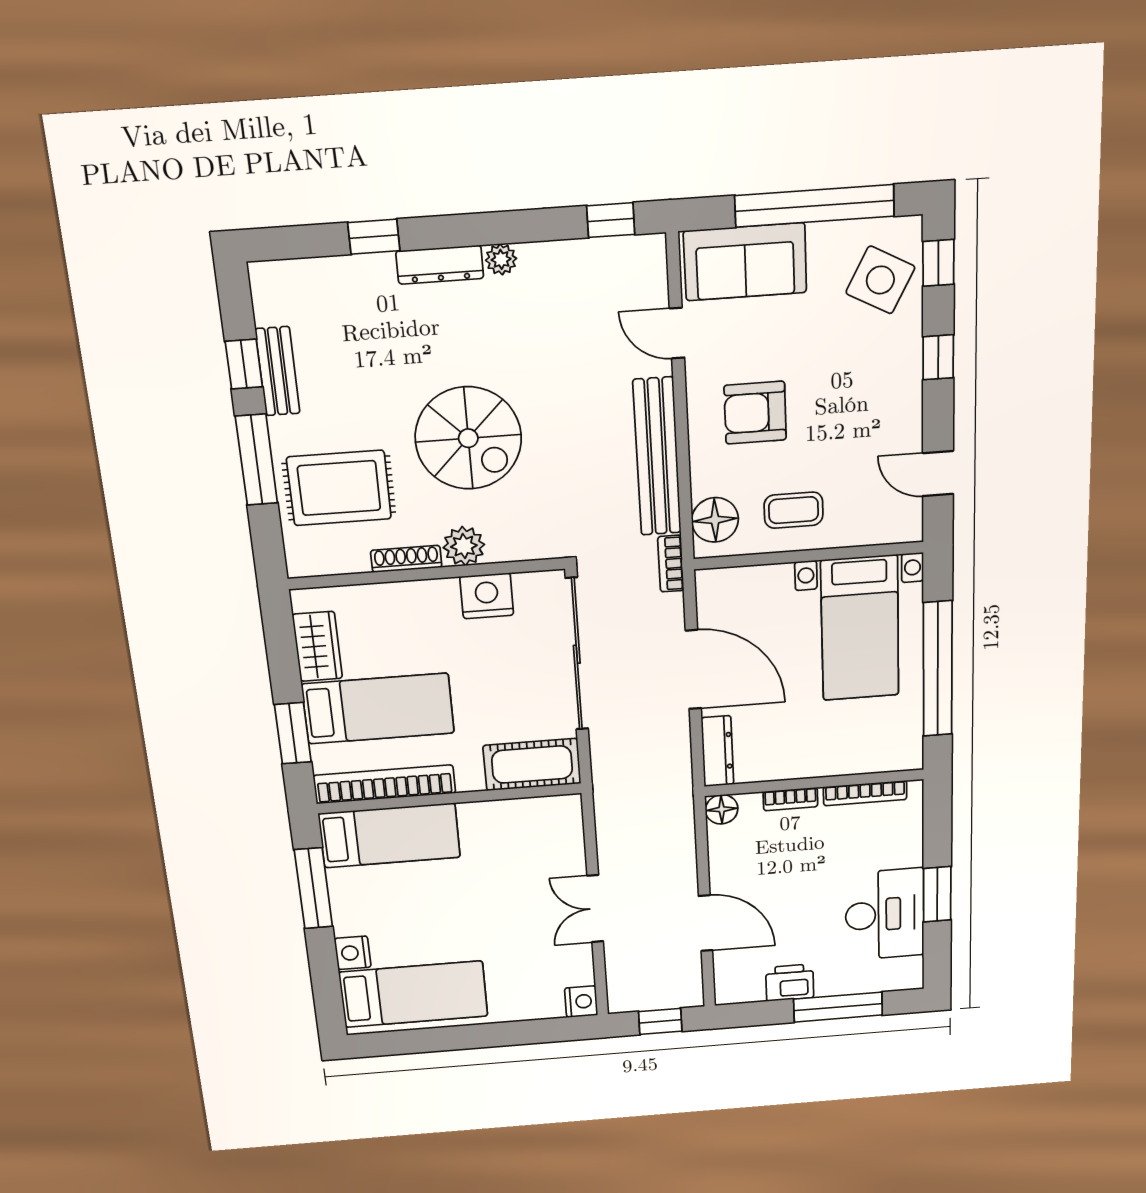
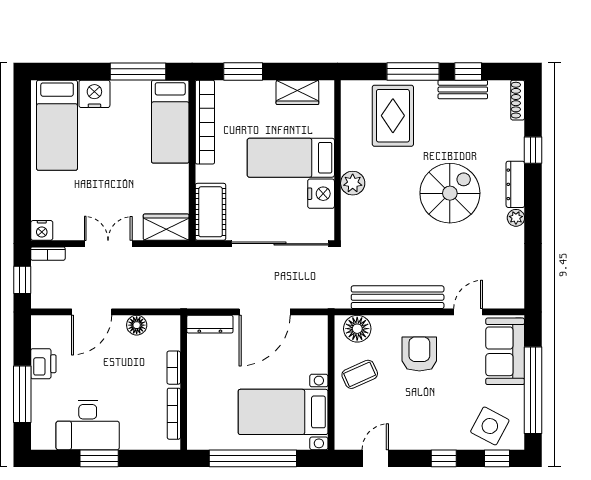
window: (611, 220) -> (533, 279), removed
spiral stairs: (468, 438) -> (450, 193), moved, turned 180
coffee table: (794, 510) -> (360, 374), turned 66
shoe rack: (406, 559) -> (518, 100), moved, turned 180
bookcase: (671, 564) -> (48, 254), moved, turned 180
bed: (378, 709) -> (291, 158), moved, turned 90
floor lamp: (722, 809) -> (137, 325), moved
wardrobe: (562, 828) -> (166, 227), added
nightstand: (353, 953) -> (94, 94), width x1.36, depth x1.33

